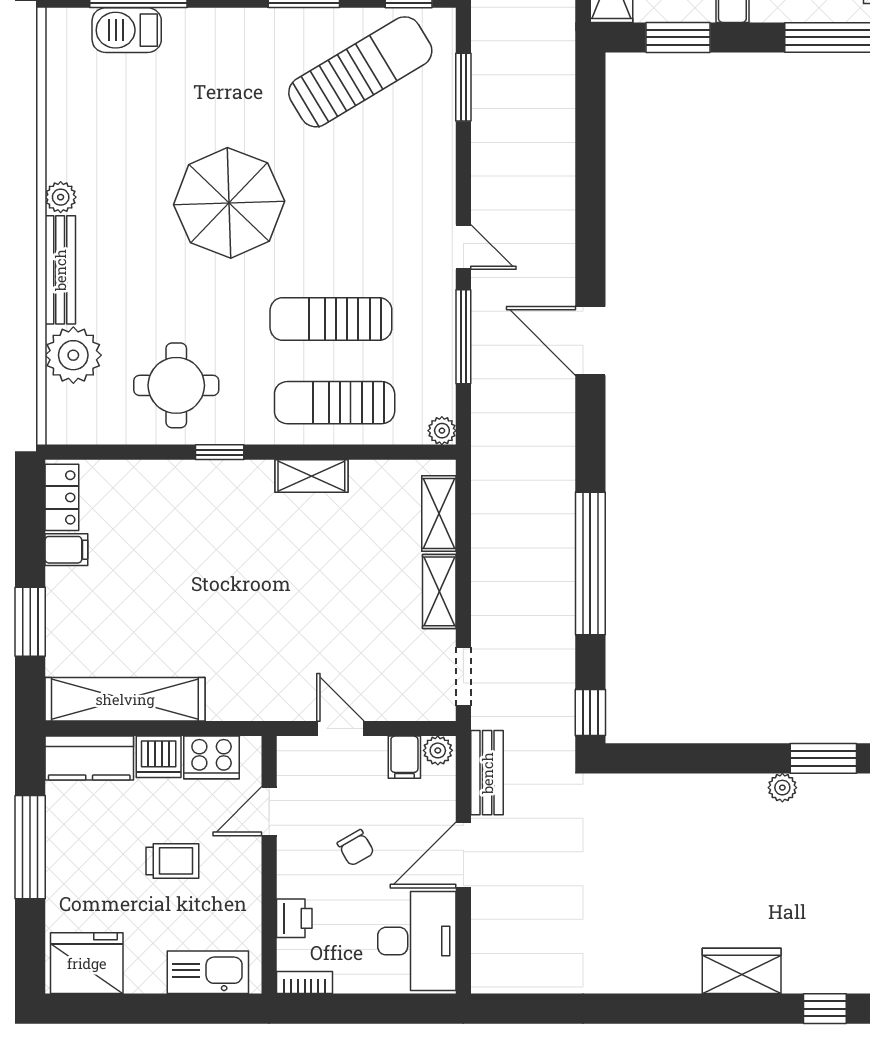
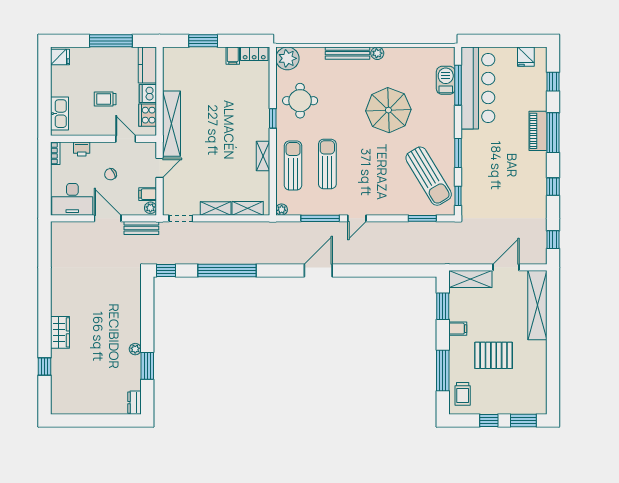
parasol: (229, 203) -> (388, 110), moved
plant: (73, 355) -> (287, 58), moved
shelving: (125, 699) -> (171, 124), moved
trolley: (172, 861) -> (105, 99), turned 90
fridge: (87, 963) -> (60, 57), width x0.53, depth x0.75

